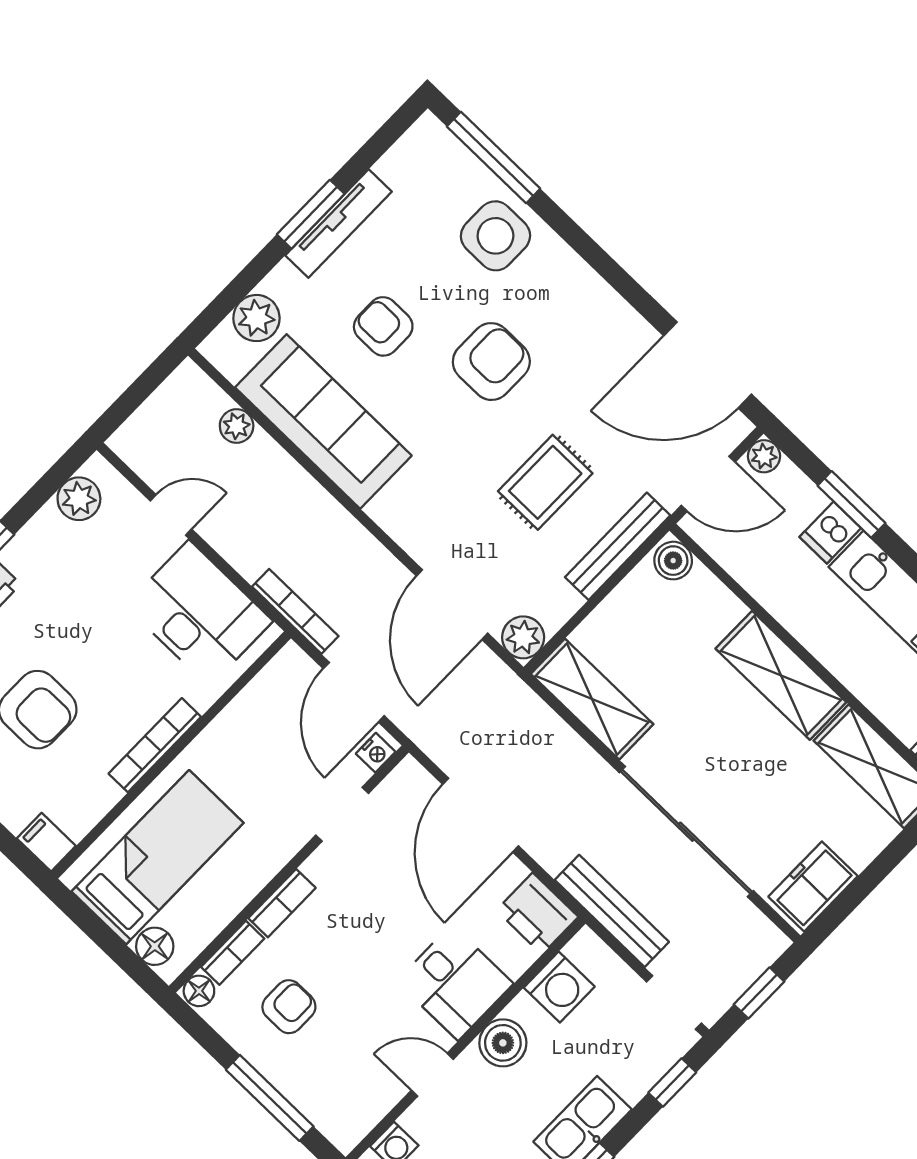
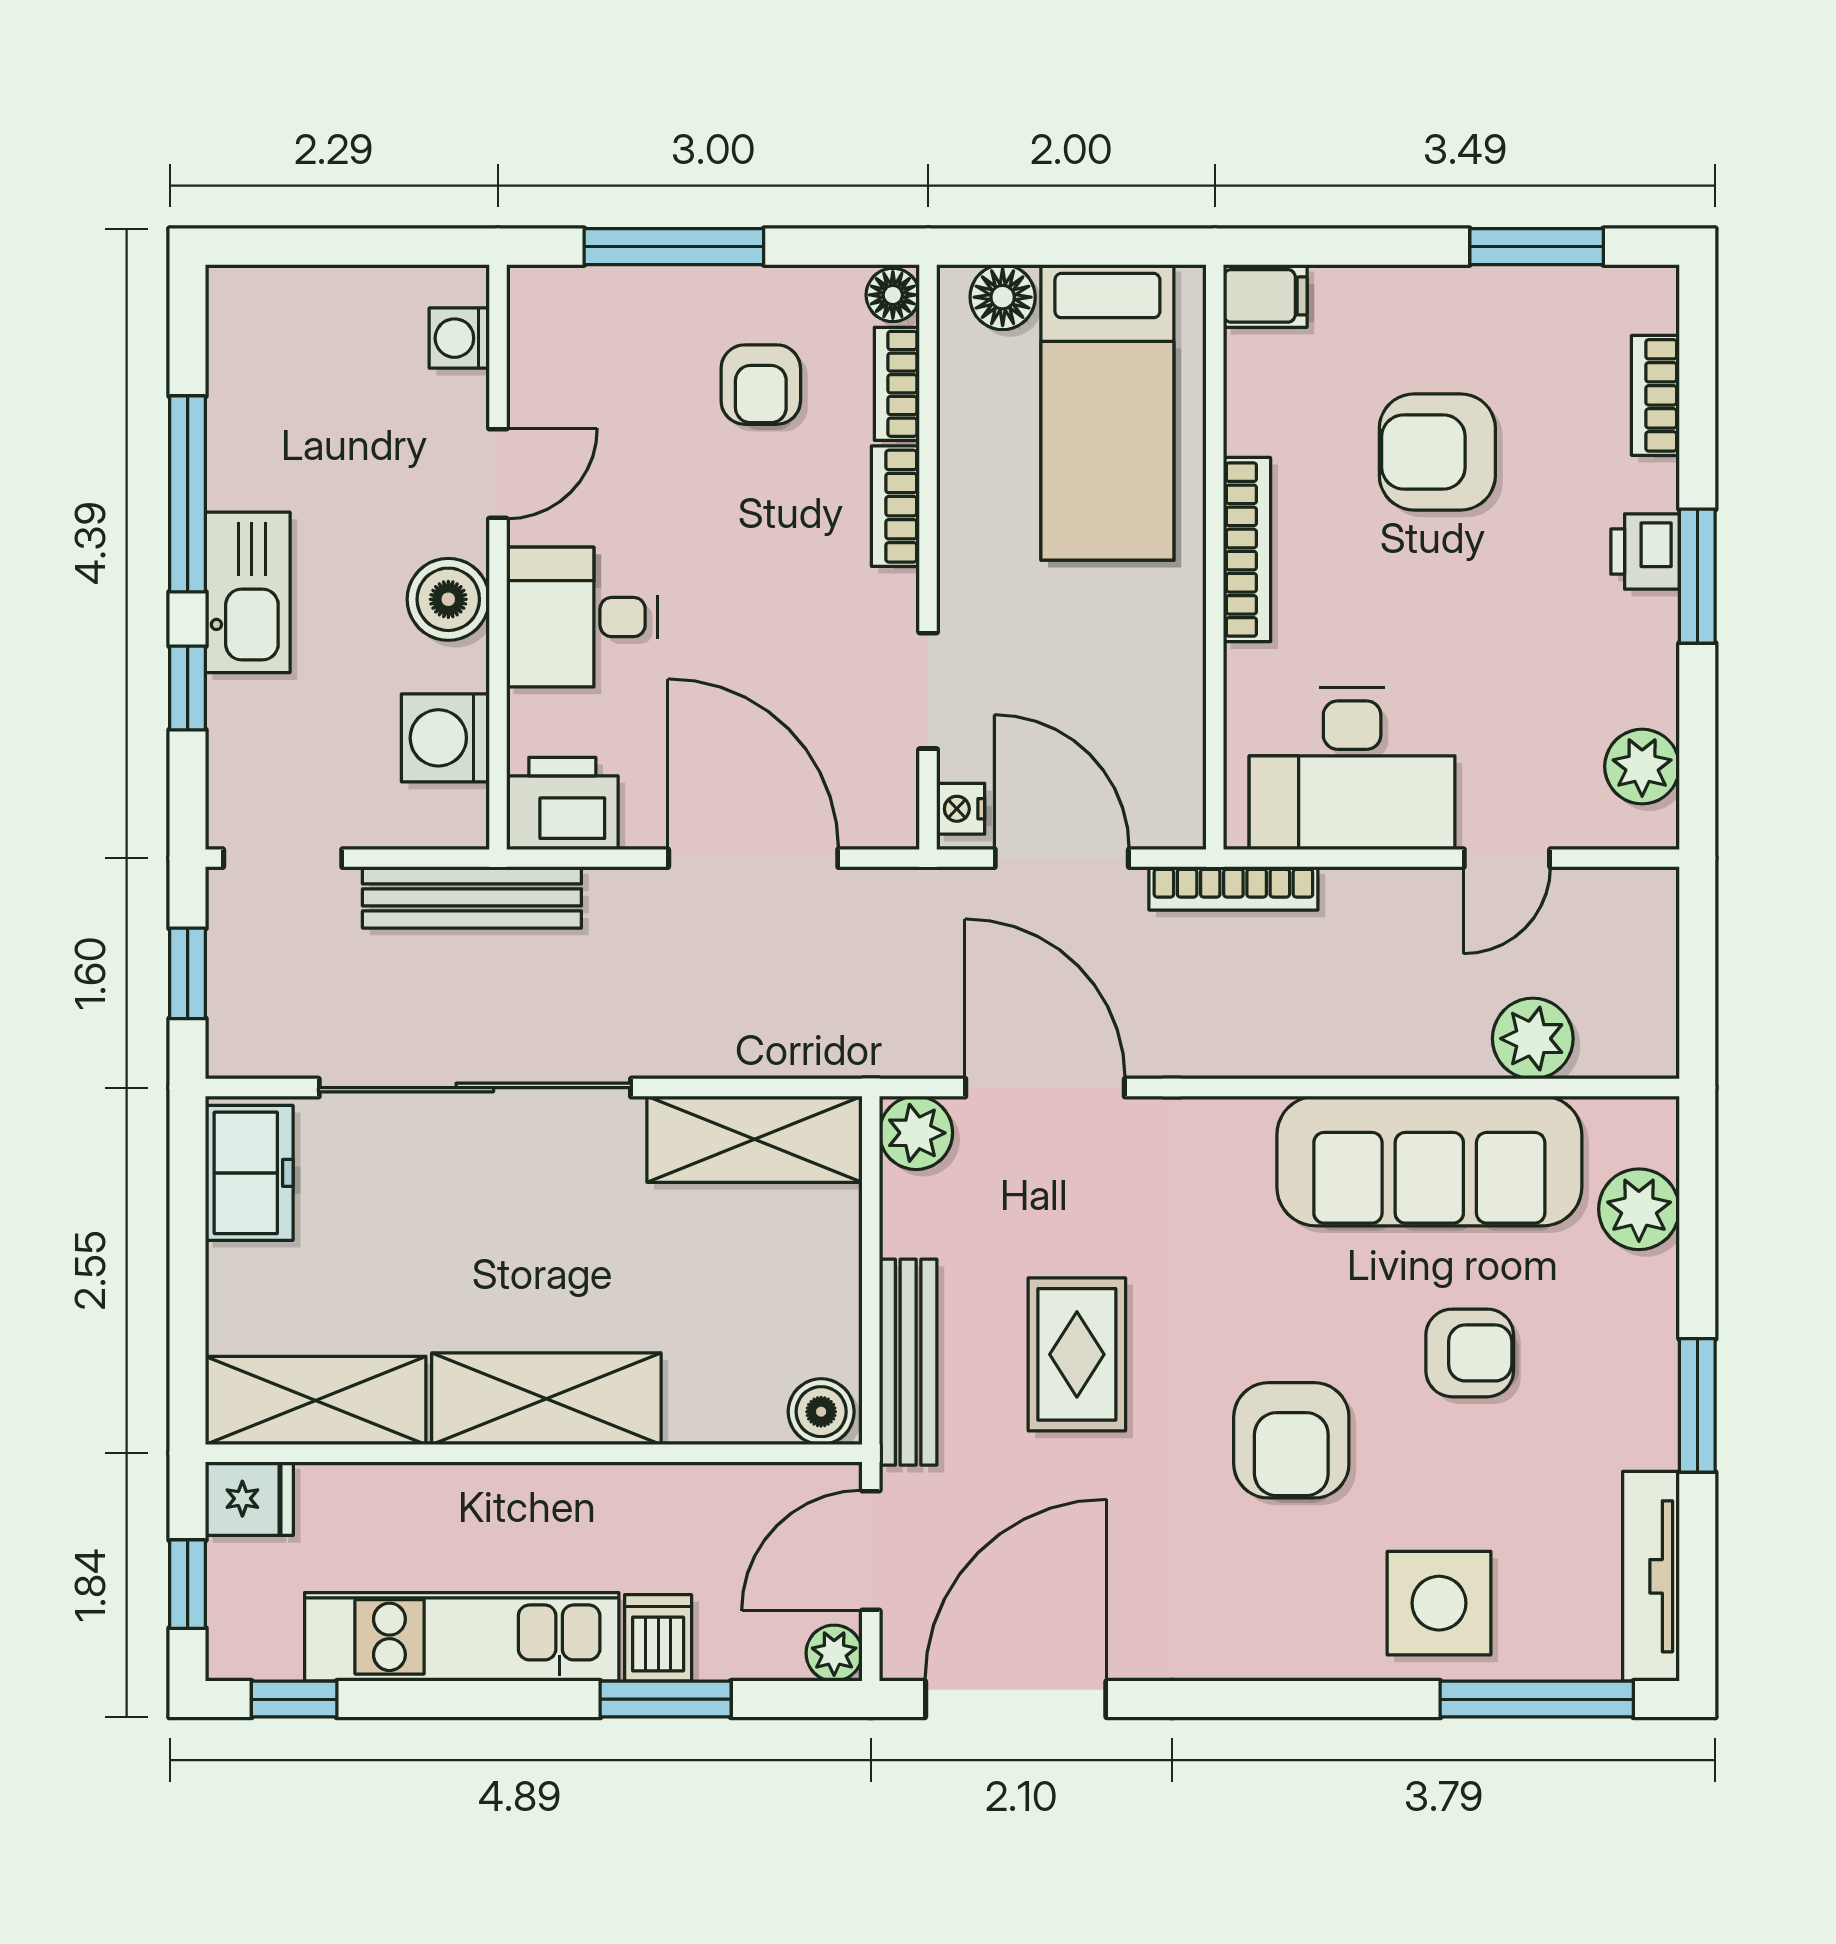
tv unit: (339, 223) -> (1651, 1576), moved
plant: (237, 426) -> (1533, 1039), width x1.38, depth x1.38
window: (672, 1082) -> (188, 688), moved

